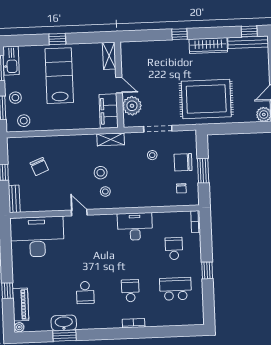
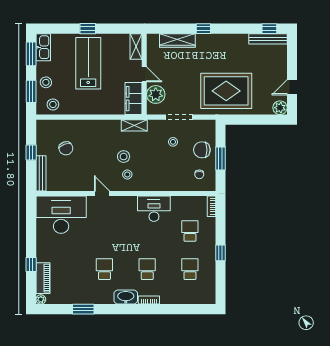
wardrobe: (208, 46) -> (177, 40), moved
bench: (14, 199) -> (41, 173), width x1.36
school desk: (176, 289) -> (190, 269), width x0.54
school desk: (85, 293) -> (104, 269), turned 180
washbasin: (64, 323) -> (126, 297), moved

